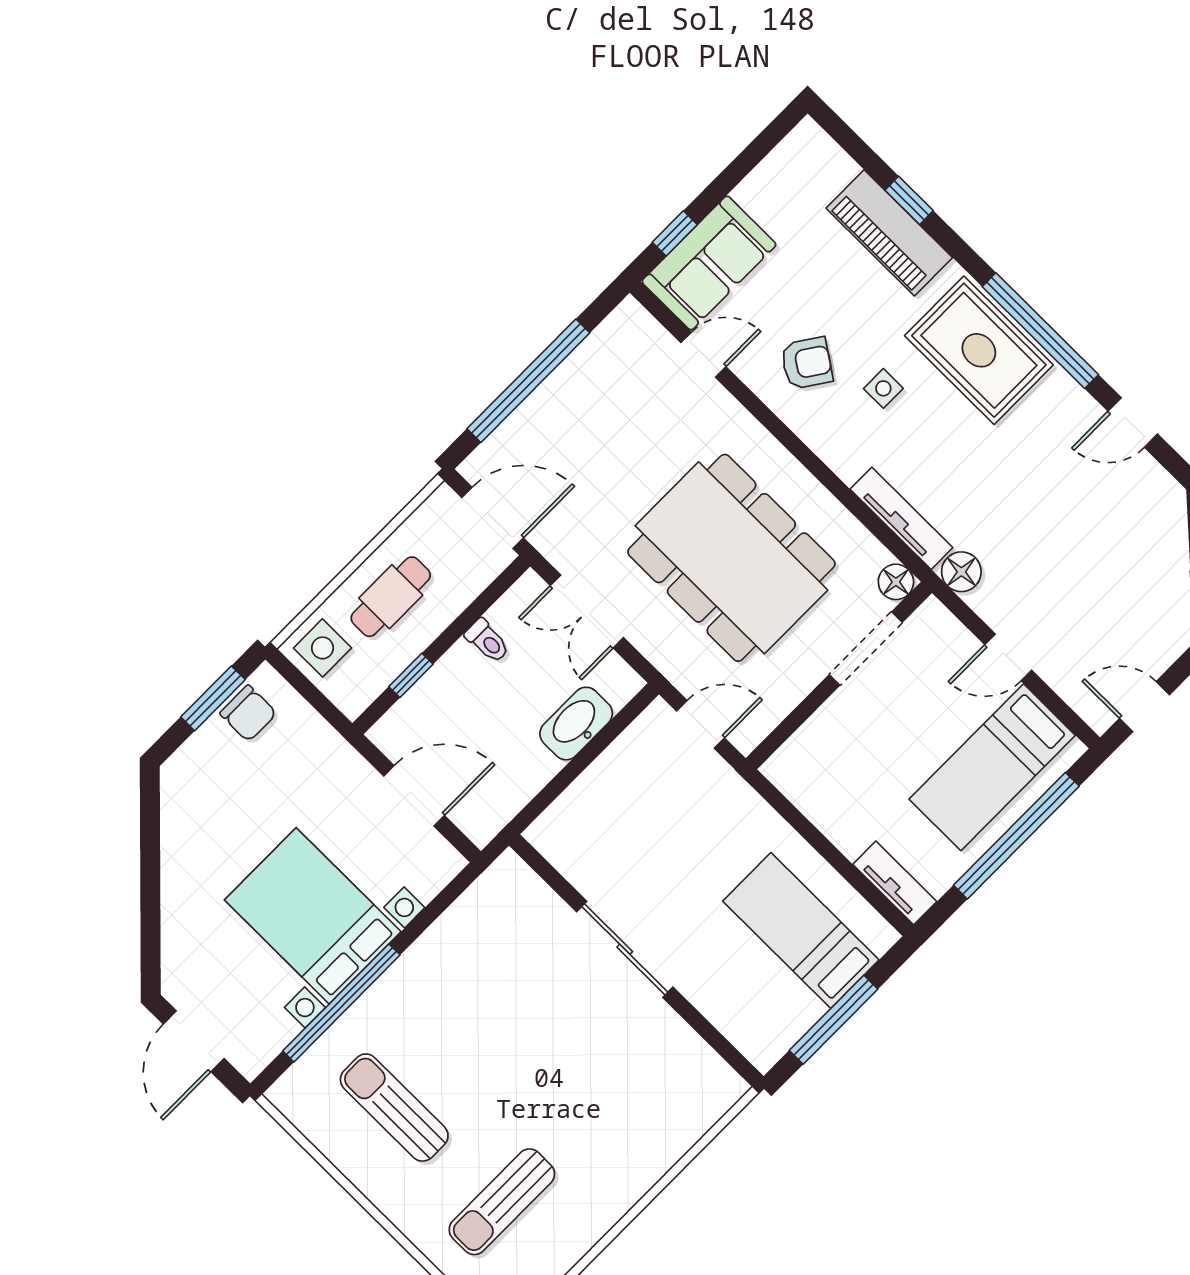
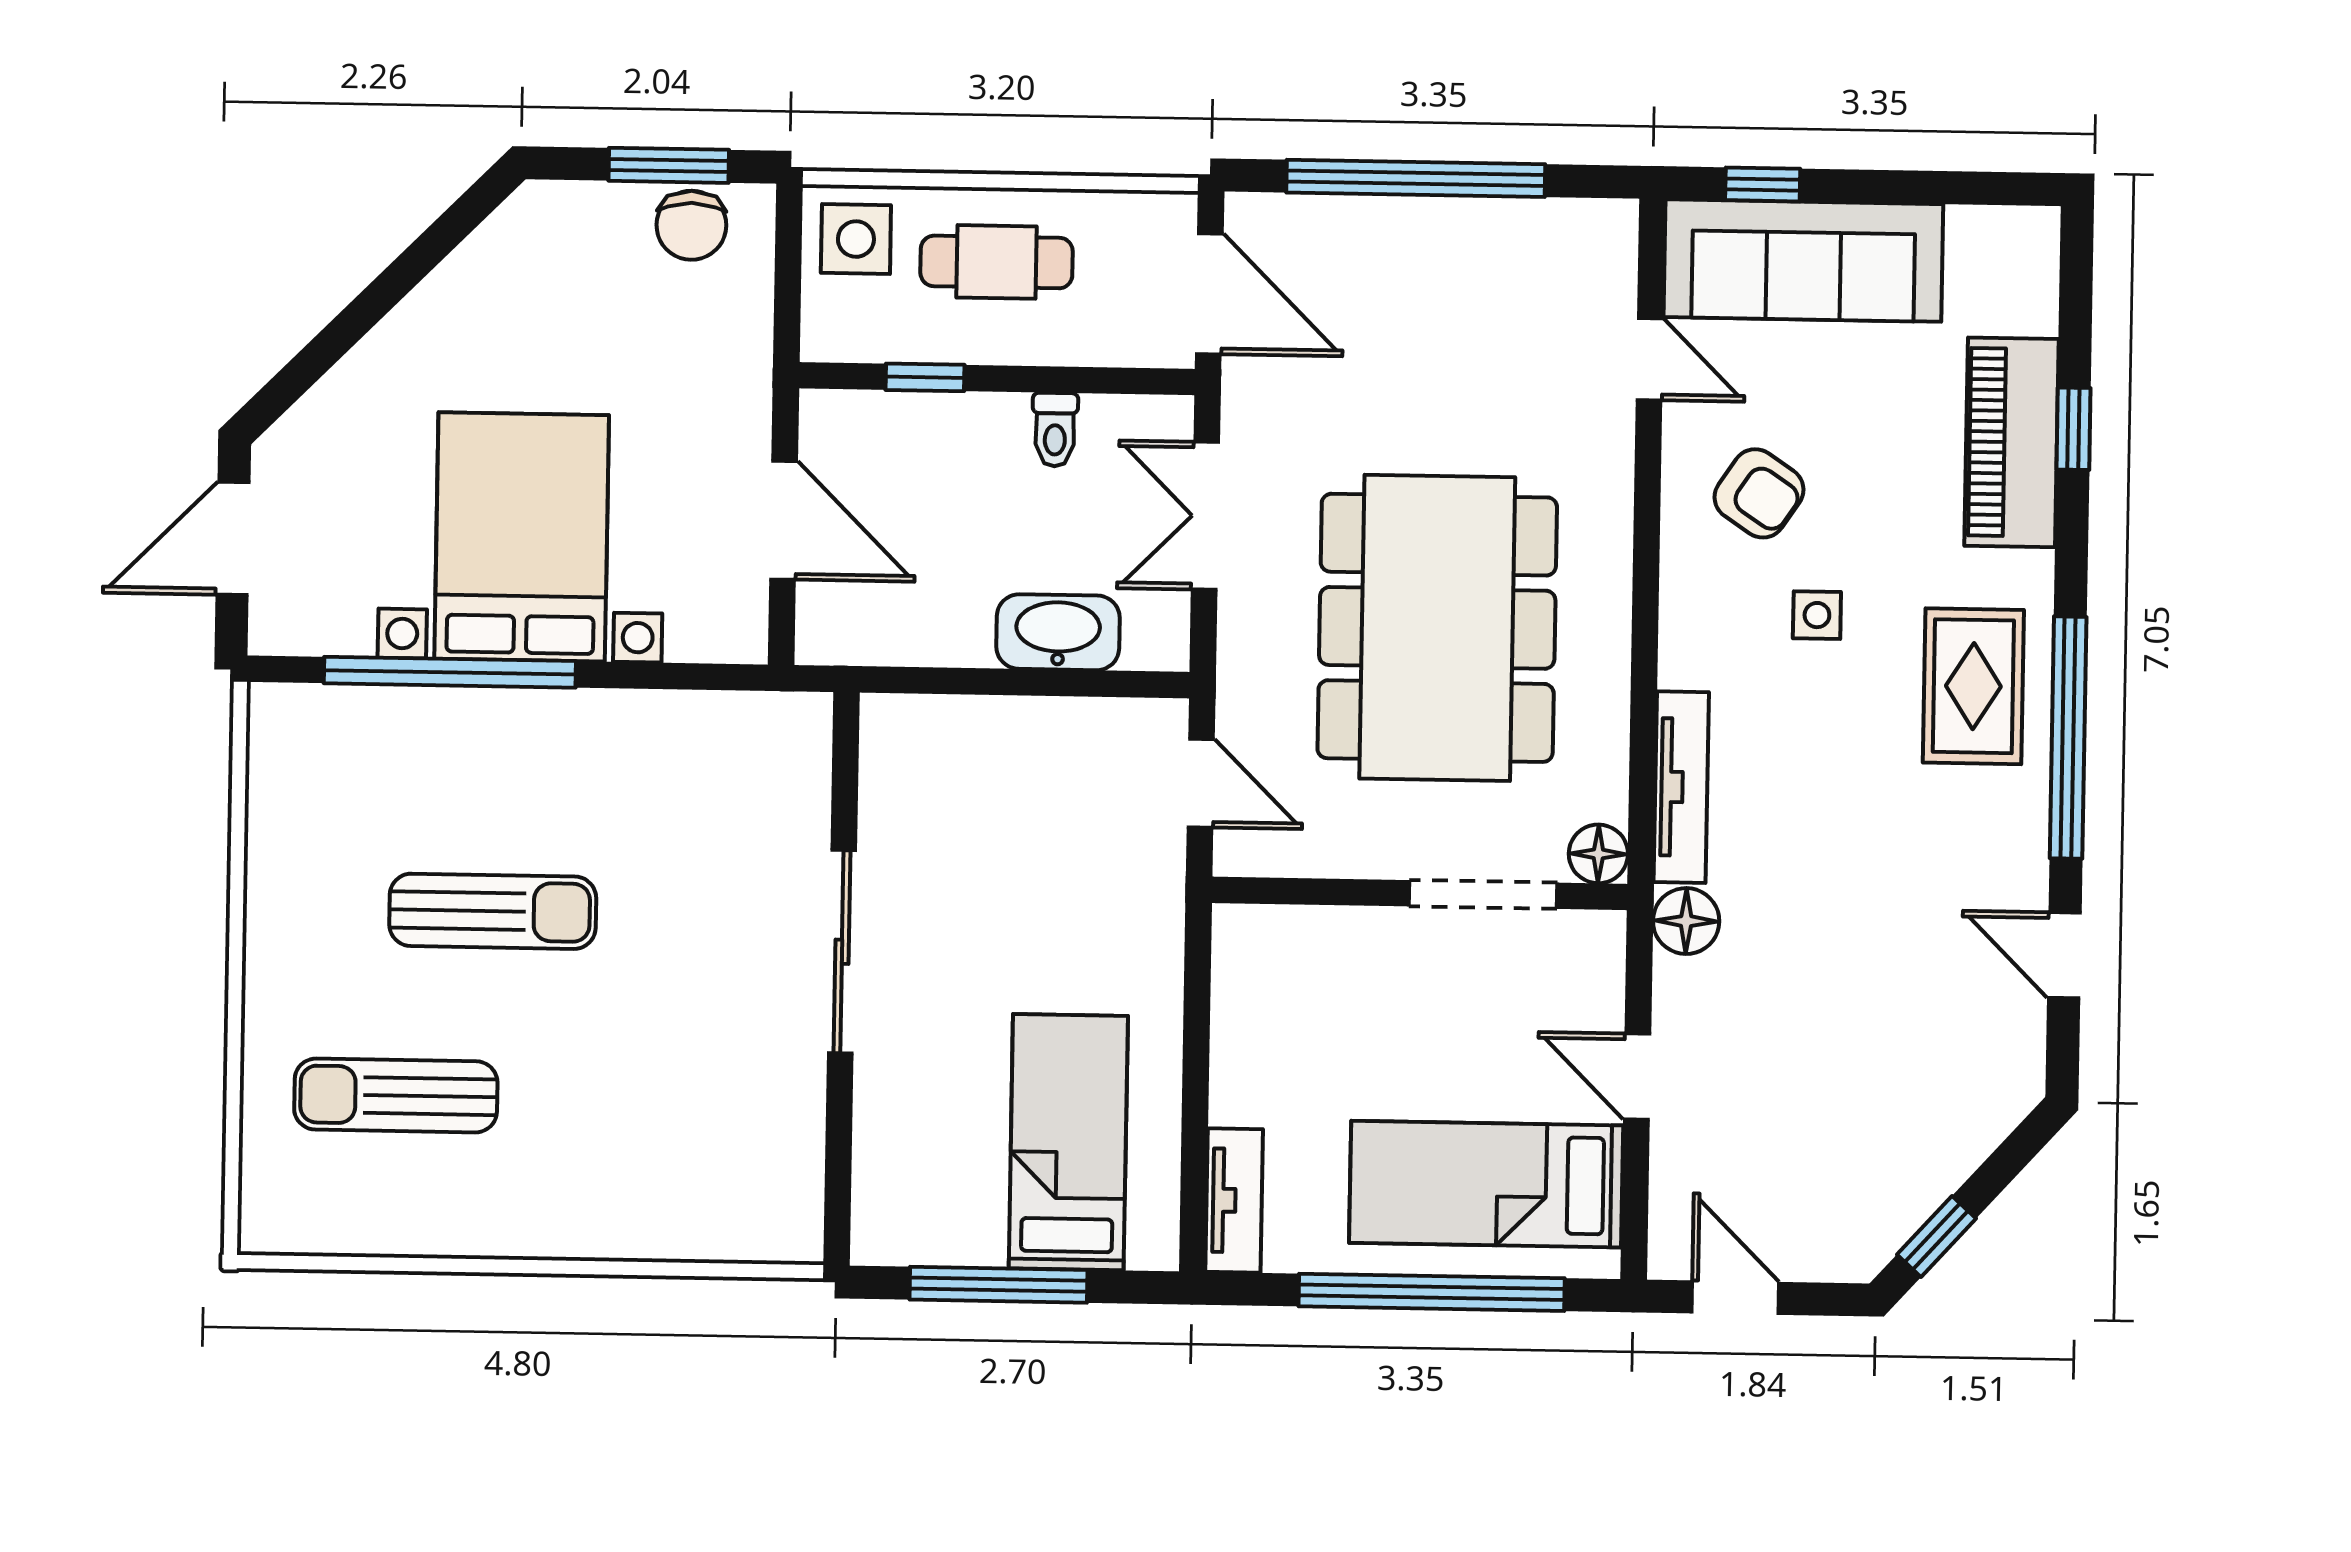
sofa: (709, 263) -> (1803, 261), width x1.36
rug: (979, 350) -> (1973, 686), width x0.73, depth x0.70
sun lounger: (394, 1108) -> (493, 911), moved, turned 90

